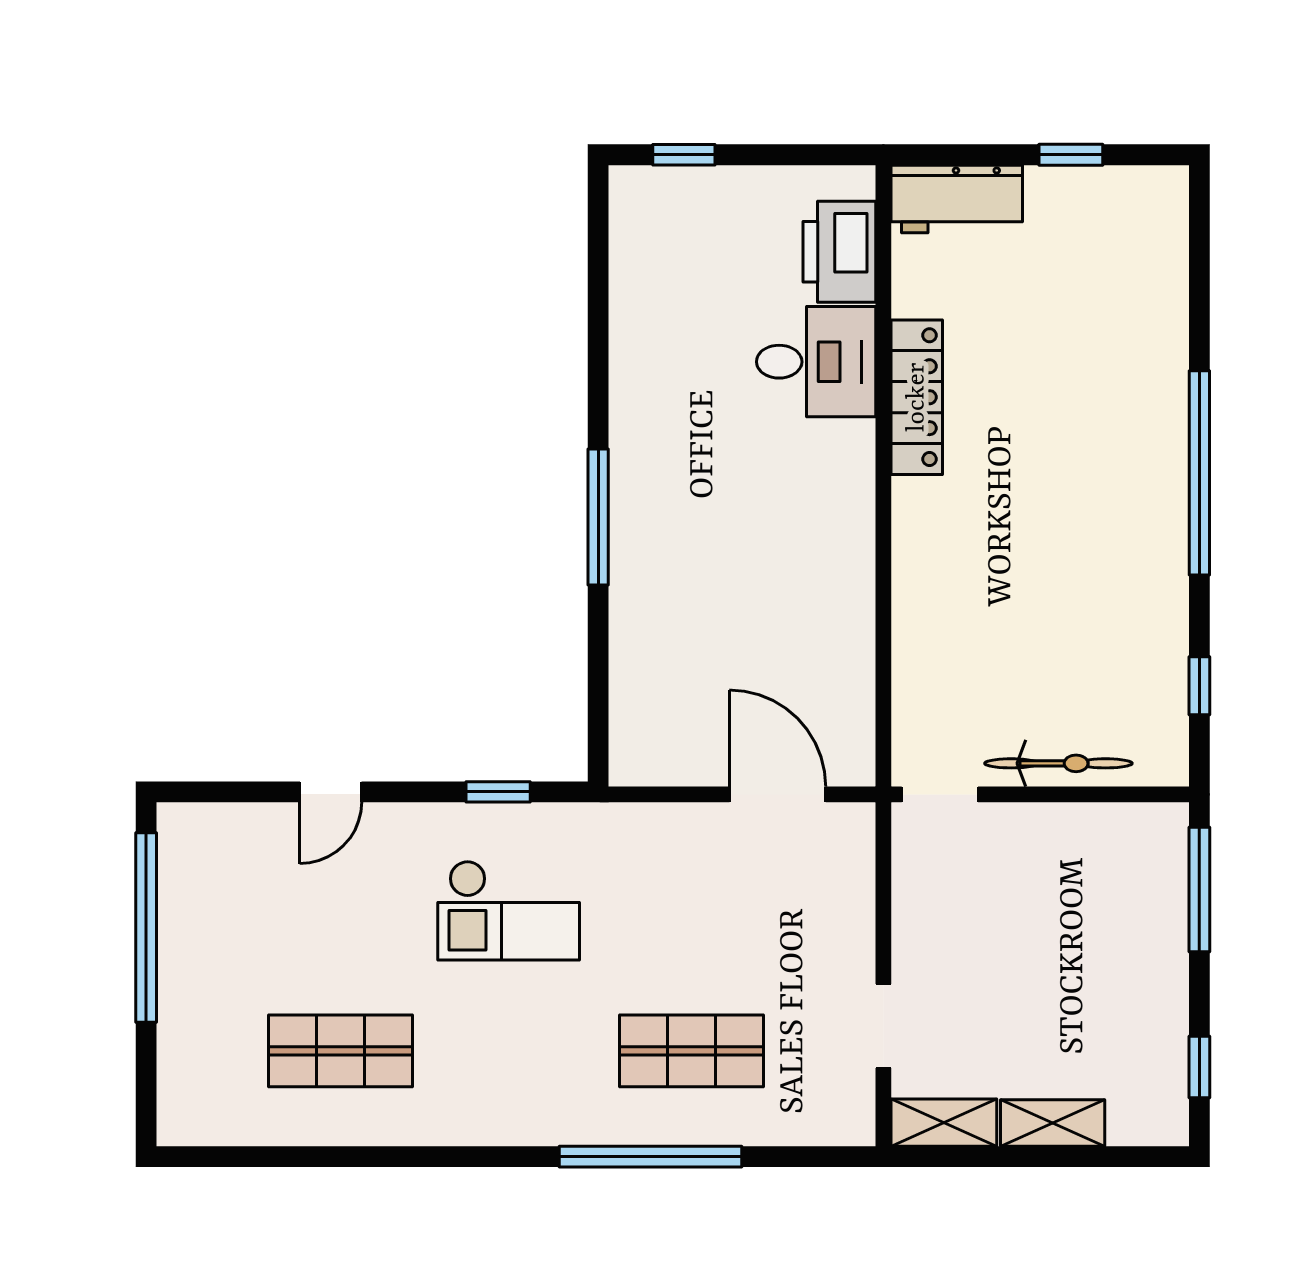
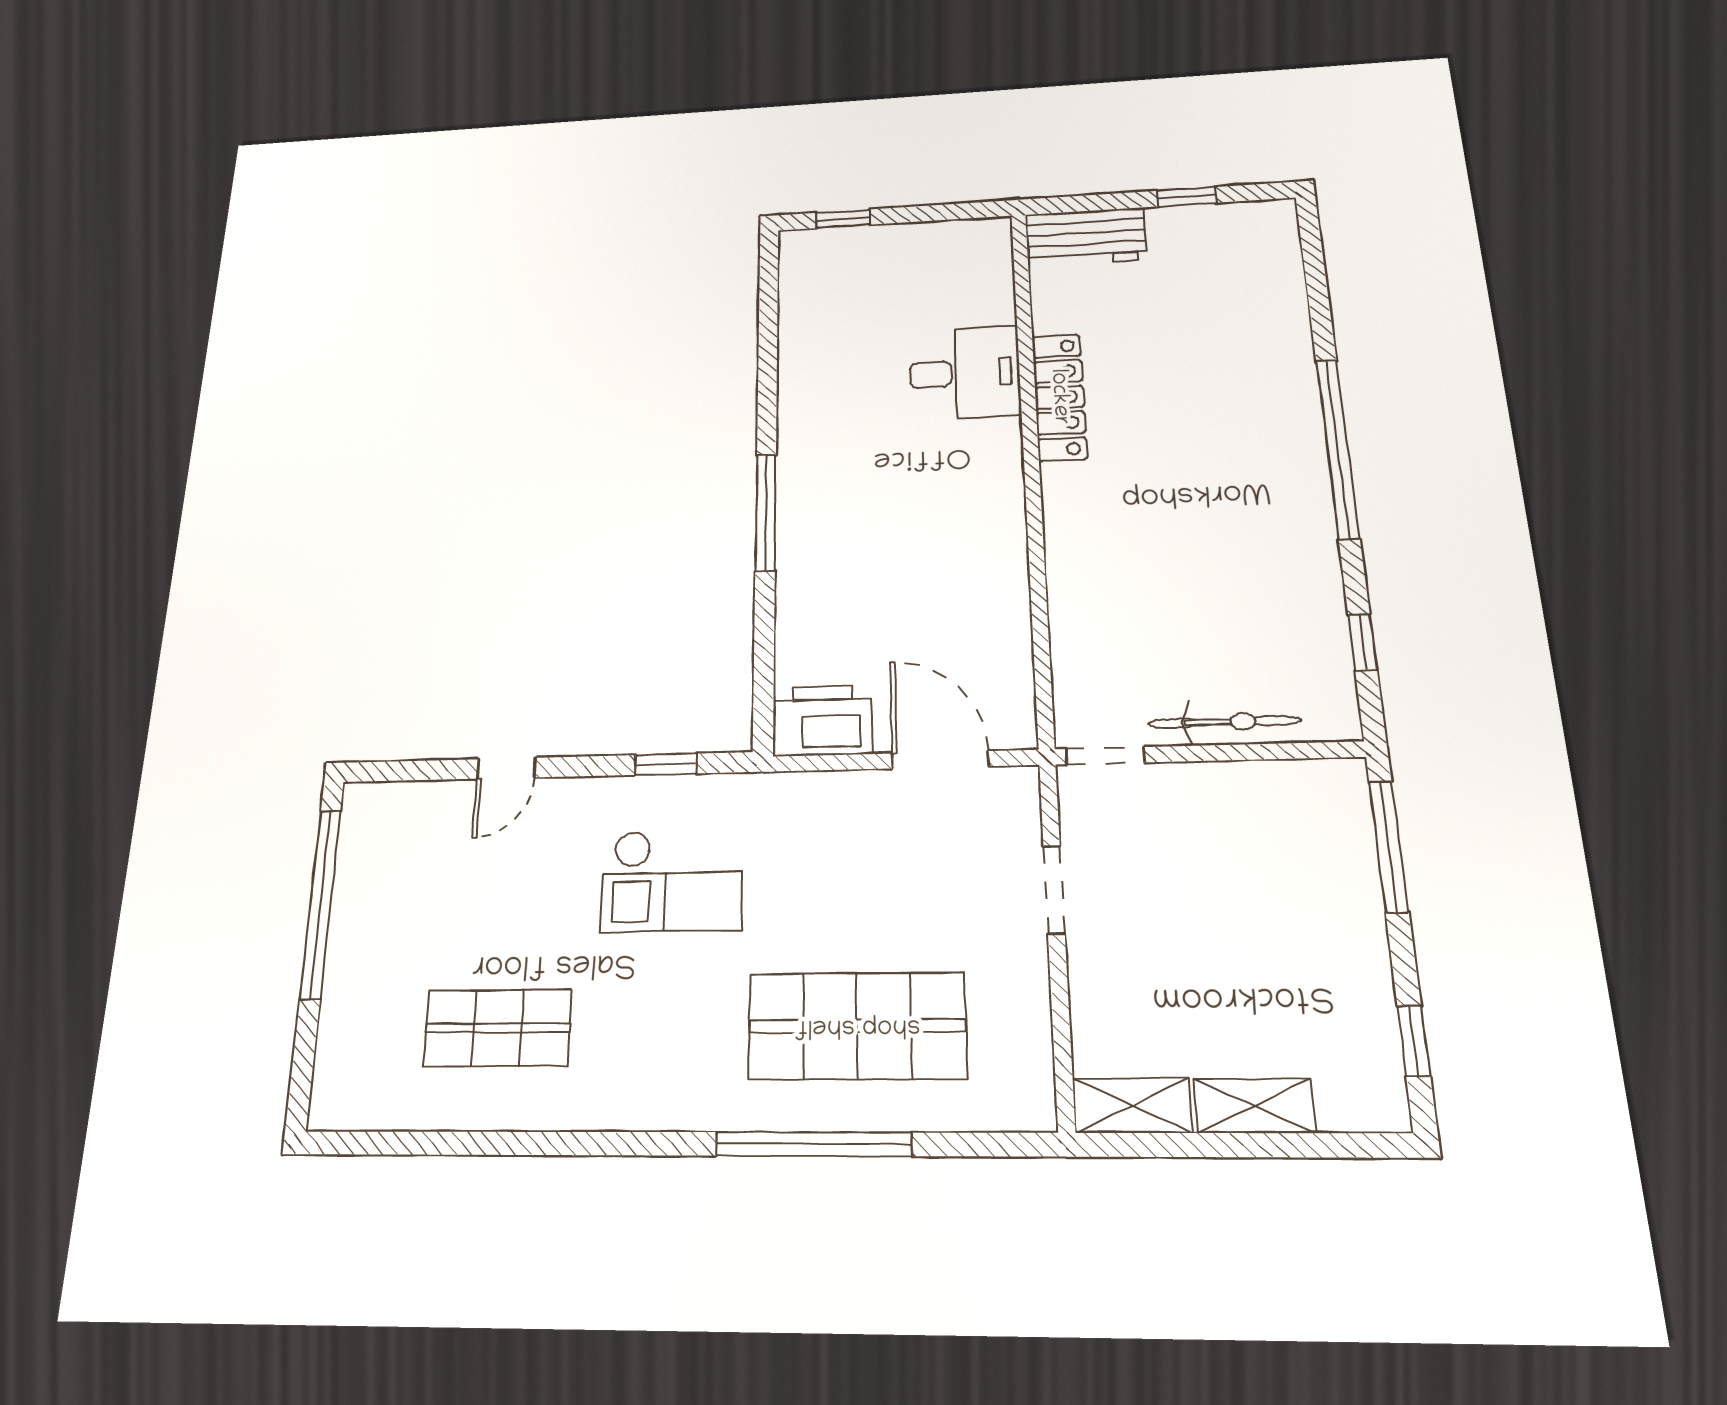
printer: (839, 252) -> (822, 721), moved, turned 90
doorway: (883, 1026) -> (1054, 890), moved
shop shelf: (692, 1051) -> (857, 1026), width x1.43, depth x1.36

